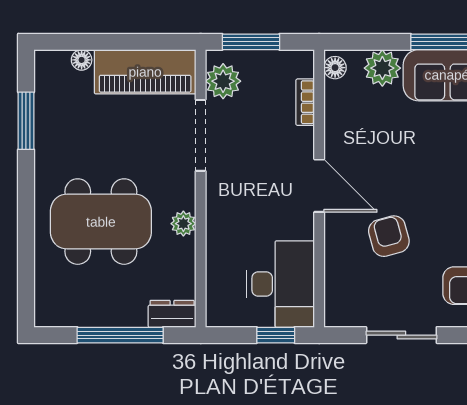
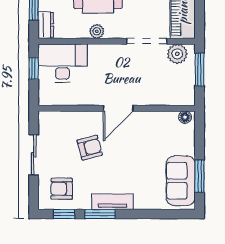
plant: (382, 68) -> (185, 144), removed
bookcase: (305, 102) -> (165, 100), removed
desk: (280, 284) -> (63, 63), moved, turned 180
window: (276, 335) -> (34, 68), moved

